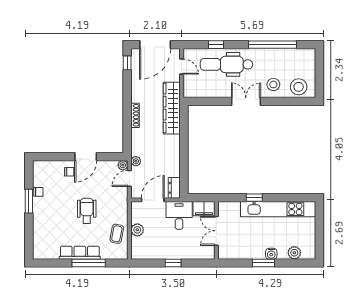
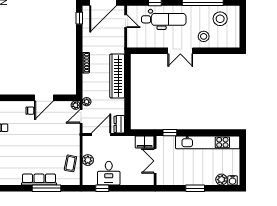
dental chair: (227, 64) -> (164, 19), turned 180
stool: (299, 87) -> (220, 19), moved
double door: (246, 101) -> (180, 51), swing flipped
wardrobe: (172, 108) -> (117, 76), moved
window: (254, 198) -> (170, 133), moved
wheelchair: (87, 211) -> (45, 144), removed
desk: (179, 215) -> (109, 173), moved, turned 180
water cooler: (271, 254) -> (233, 180), moved
window: (173, 263) -> (102, 188), moved

